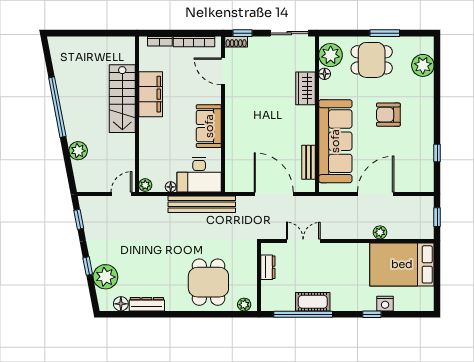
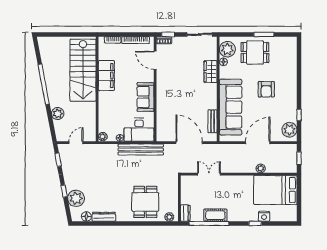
plant: (423, 65) -> (289, 130), moved
stairs: (122, 99) -> (83, 70), width x1.36, depth x1.51
armchair: (388, 115) -> (266, 89), turned -90
door: (121, 194) -> (76, 143), moved
dresser: (268, 267) -> (185, 213), moved

